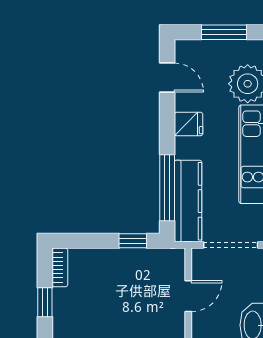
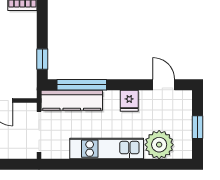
window: (224, 32) -> (197, 127), width x0.67
door: (167, 77) -> (164, 85), swing flipped

